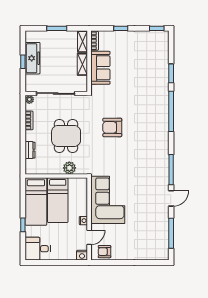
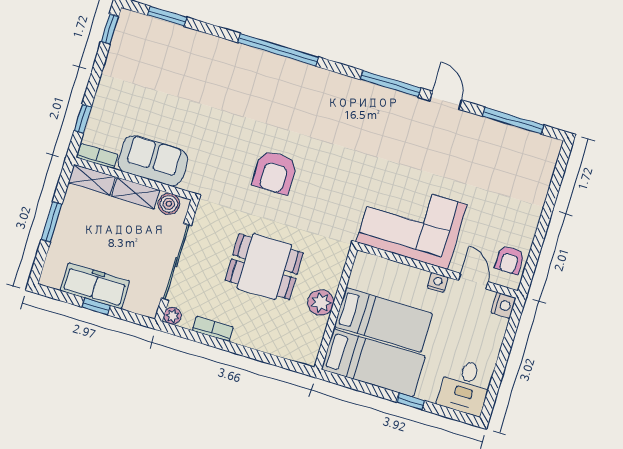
window: (121, 28) -> (83, 119), moved
window: (171, 73) -> (167, 16), moved
boiler: (82, 82) -> (169, 204), added
dresser: (30, 150) -> (271, 344), removed
plant: (69, 168) -> (321, 302), moved

